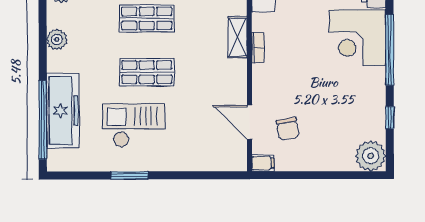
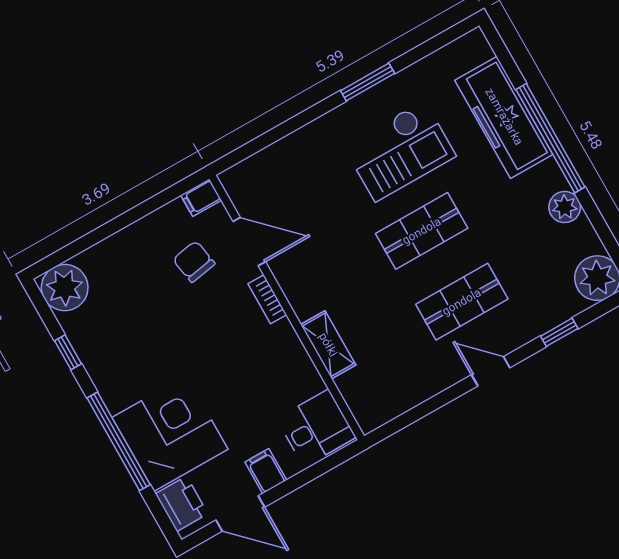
bookcase: (258, 48) -> (267, 299), moved
window: (43, 120) -> (550, 138), moved

